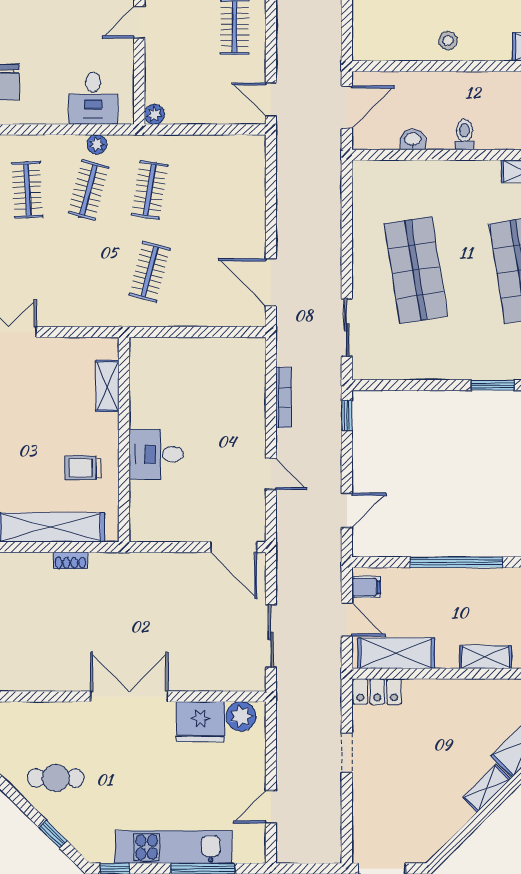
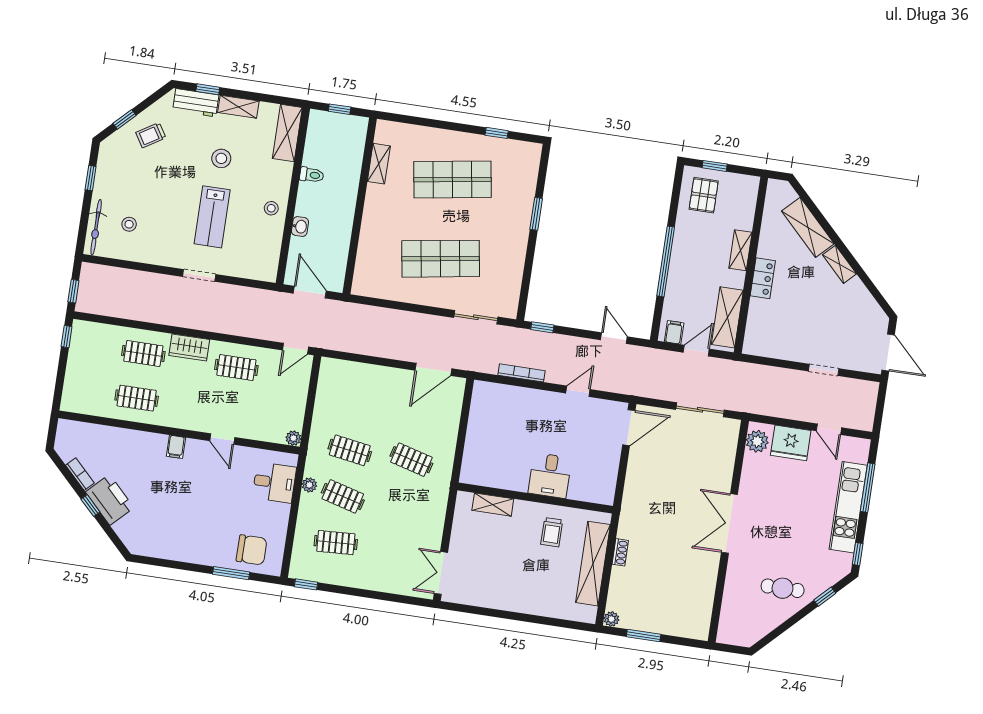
toilet: (465, 135) -> (312, 175), moved, turned 180
washbasin: (413, 140) -> (300, 227), moved, turned 180
locker: (377, 692) -> (763, 278), moved
fridge: (201, 722) -> (791, 443), moved, turned 90
doorway: (347, 753) -> (824, 370), moved
cafe table: (56, 778) -> (783, 588), turned 90

